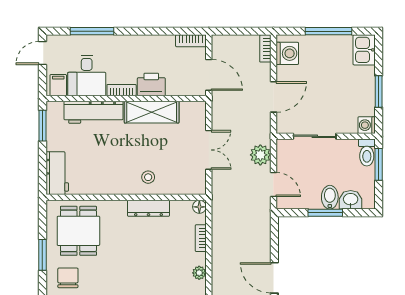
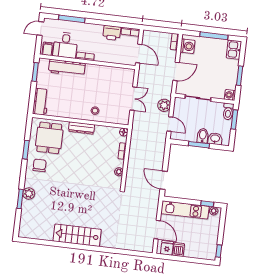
printer: (151, 84) -> (112, 33), moved, turned 180
shelving: (152, 112) -> (102, 72), removed
dresser: (148, 208) -> (82, 128), moved

